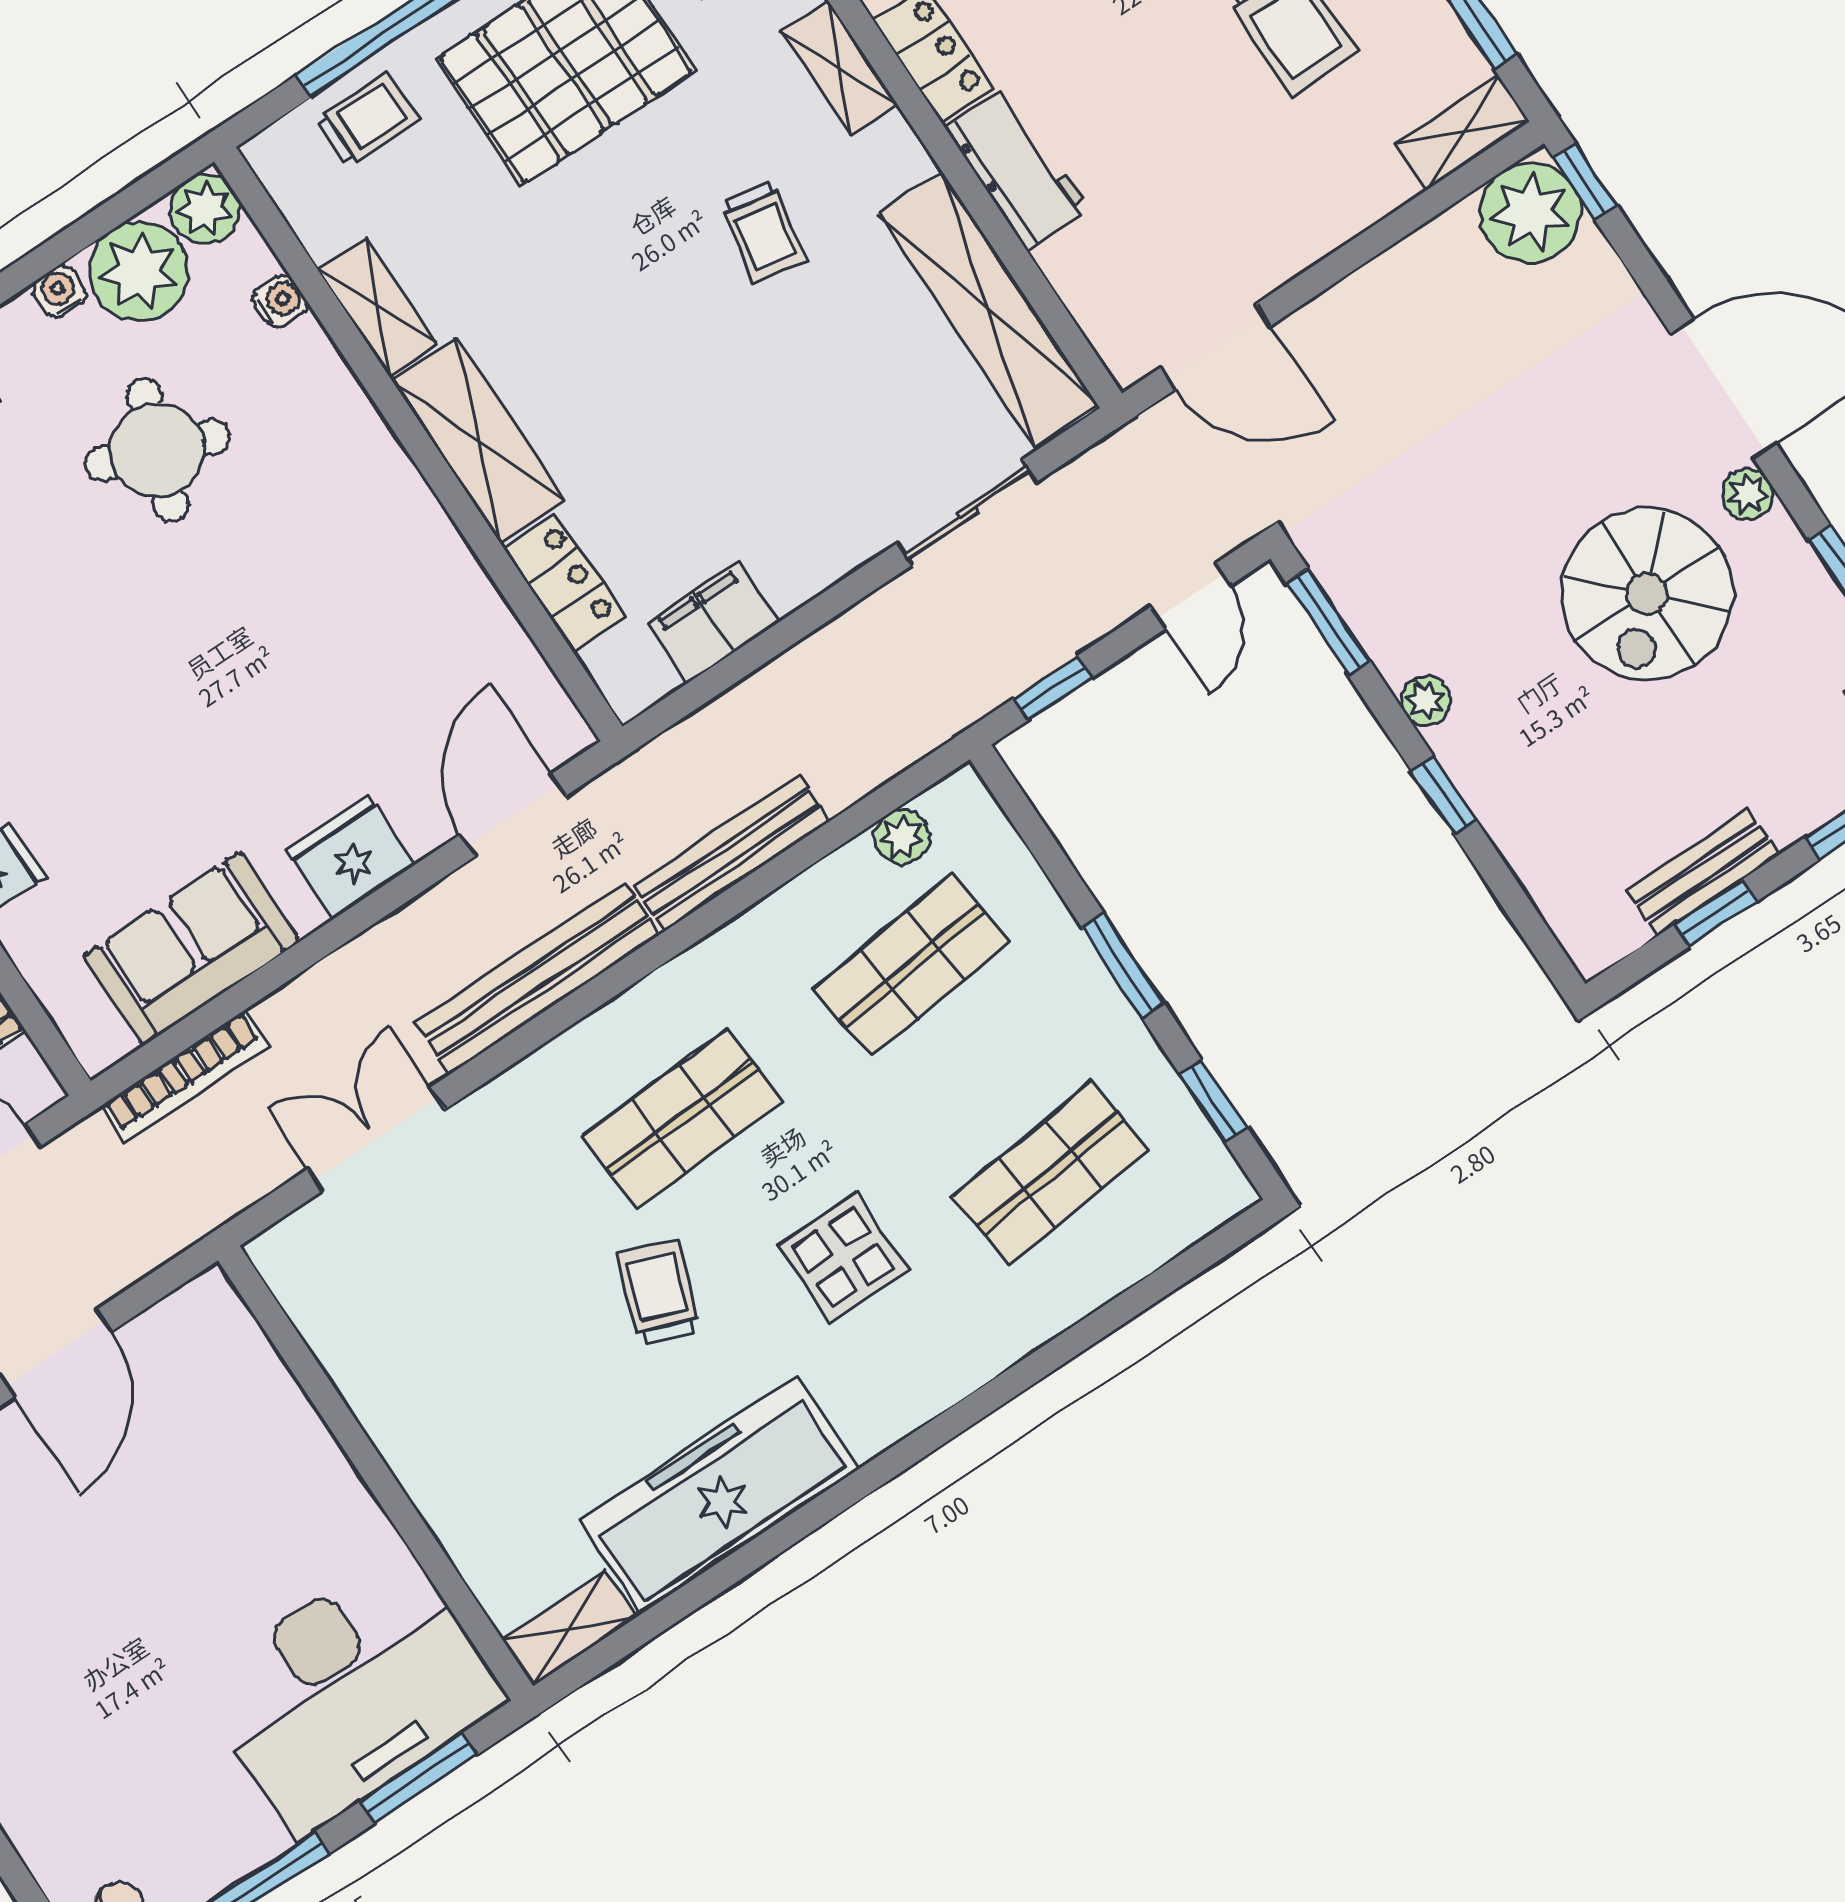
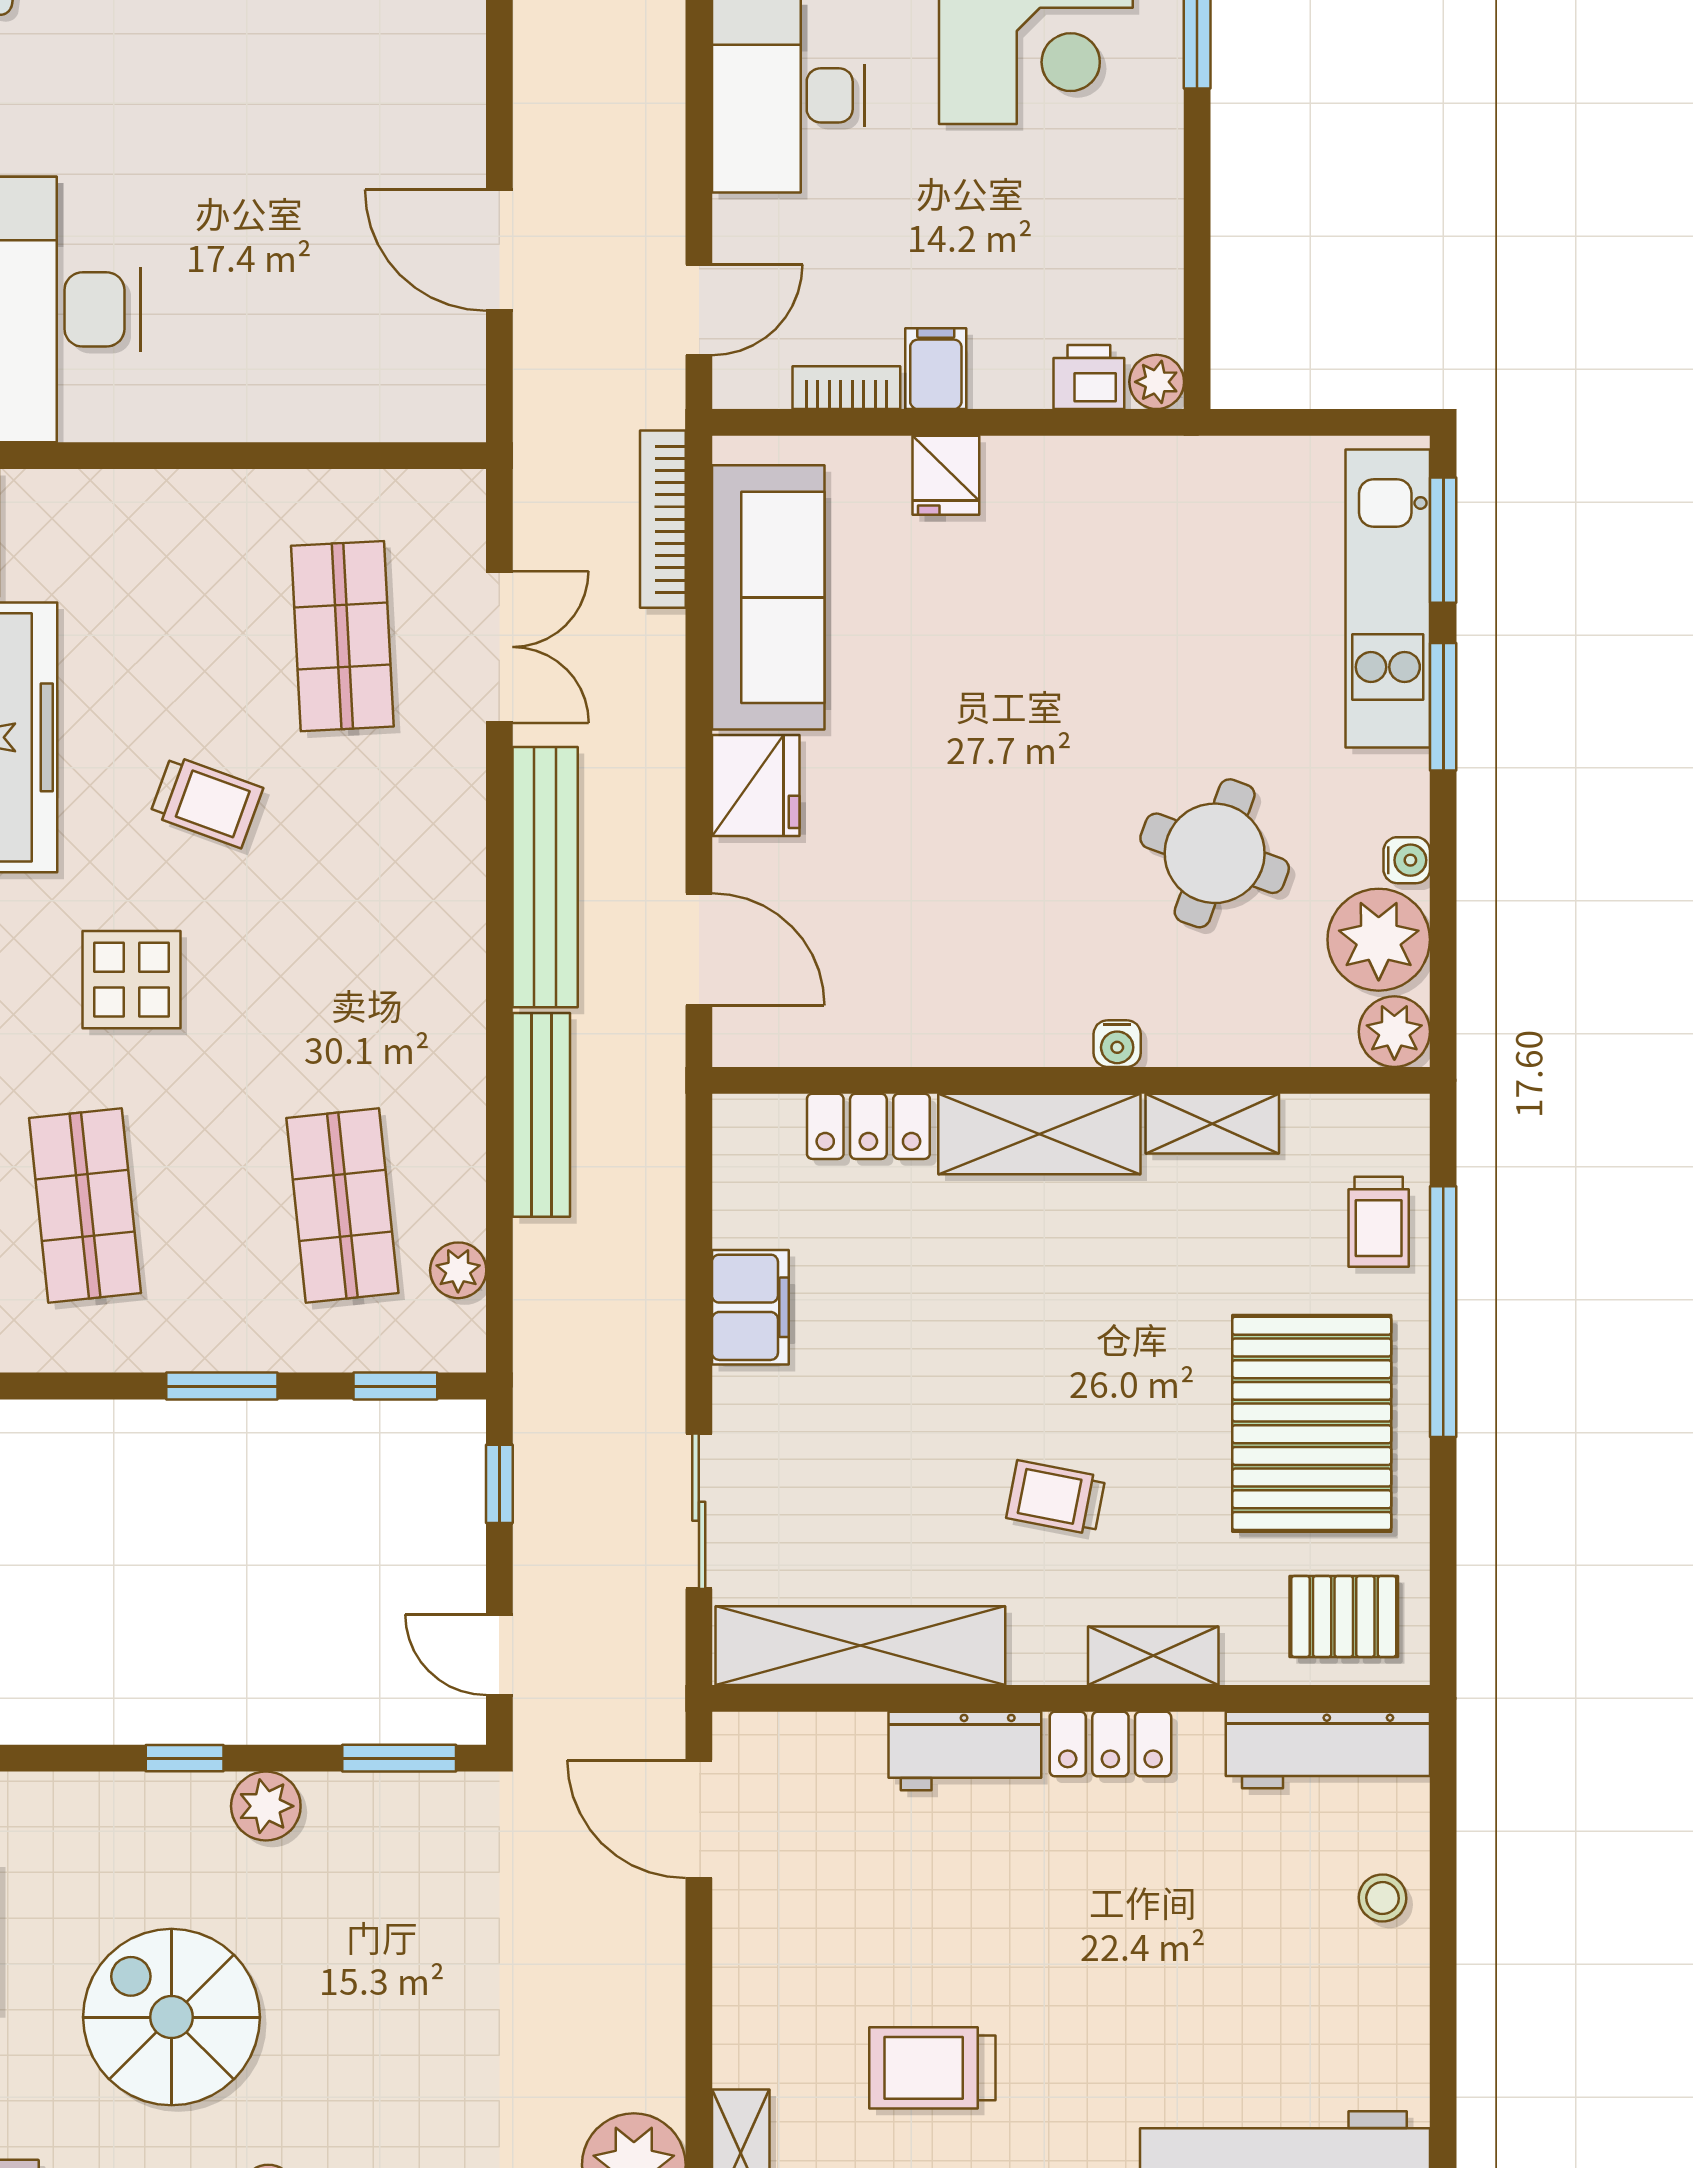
water cooler: (280, 301) -> (1117, 1044), moved
door: (1216, 347) -> (699, 1819), hinge flipped
spiral stairs: (1647, 594) -> (171, 2017), moved
filing cabinet: (712, 622) -> (750, 1307), moved
plant: (1426, 701) -> (266, 1806), width x1.38, depth x1.38
sofa: (191, 949) -> (768, 597), width x1.36
window: (1213, 1101) -> (395, 1386), moved
shop shelf: (682, 1119) -> (342, 636), moved

